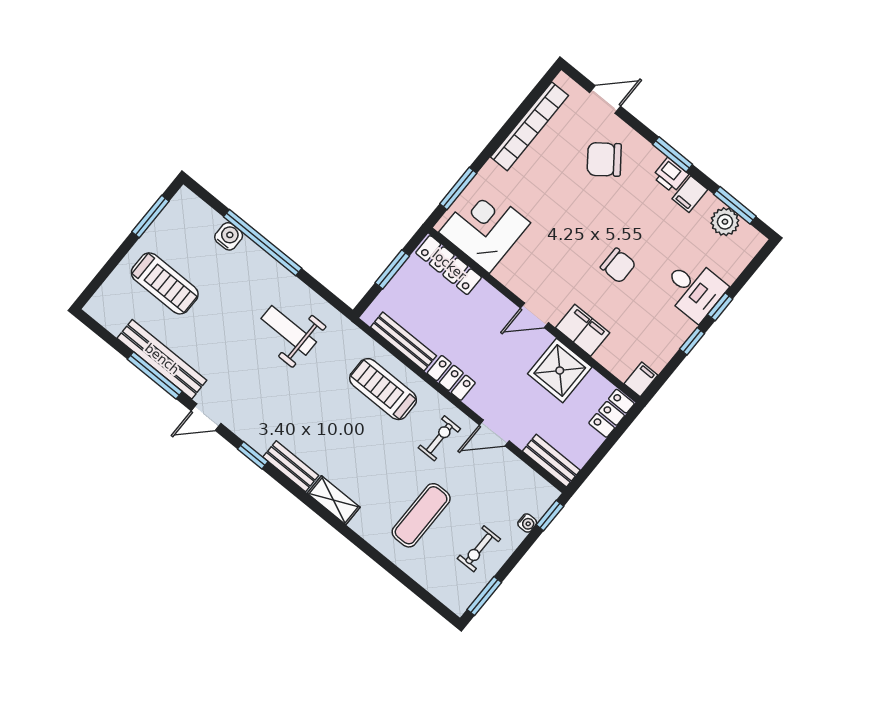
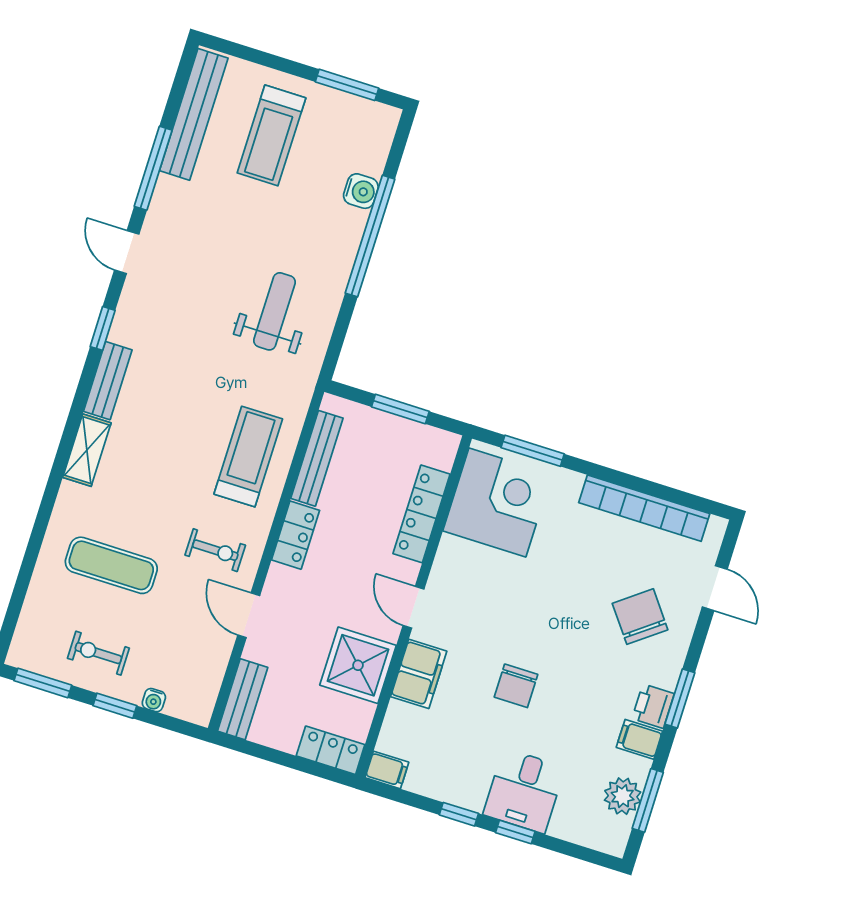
locker: (449, 265) -> (422, 514), moved
bench: (162, 359) -> (194, 114), moved
window: (550, 515) -> (115, 706), moved

